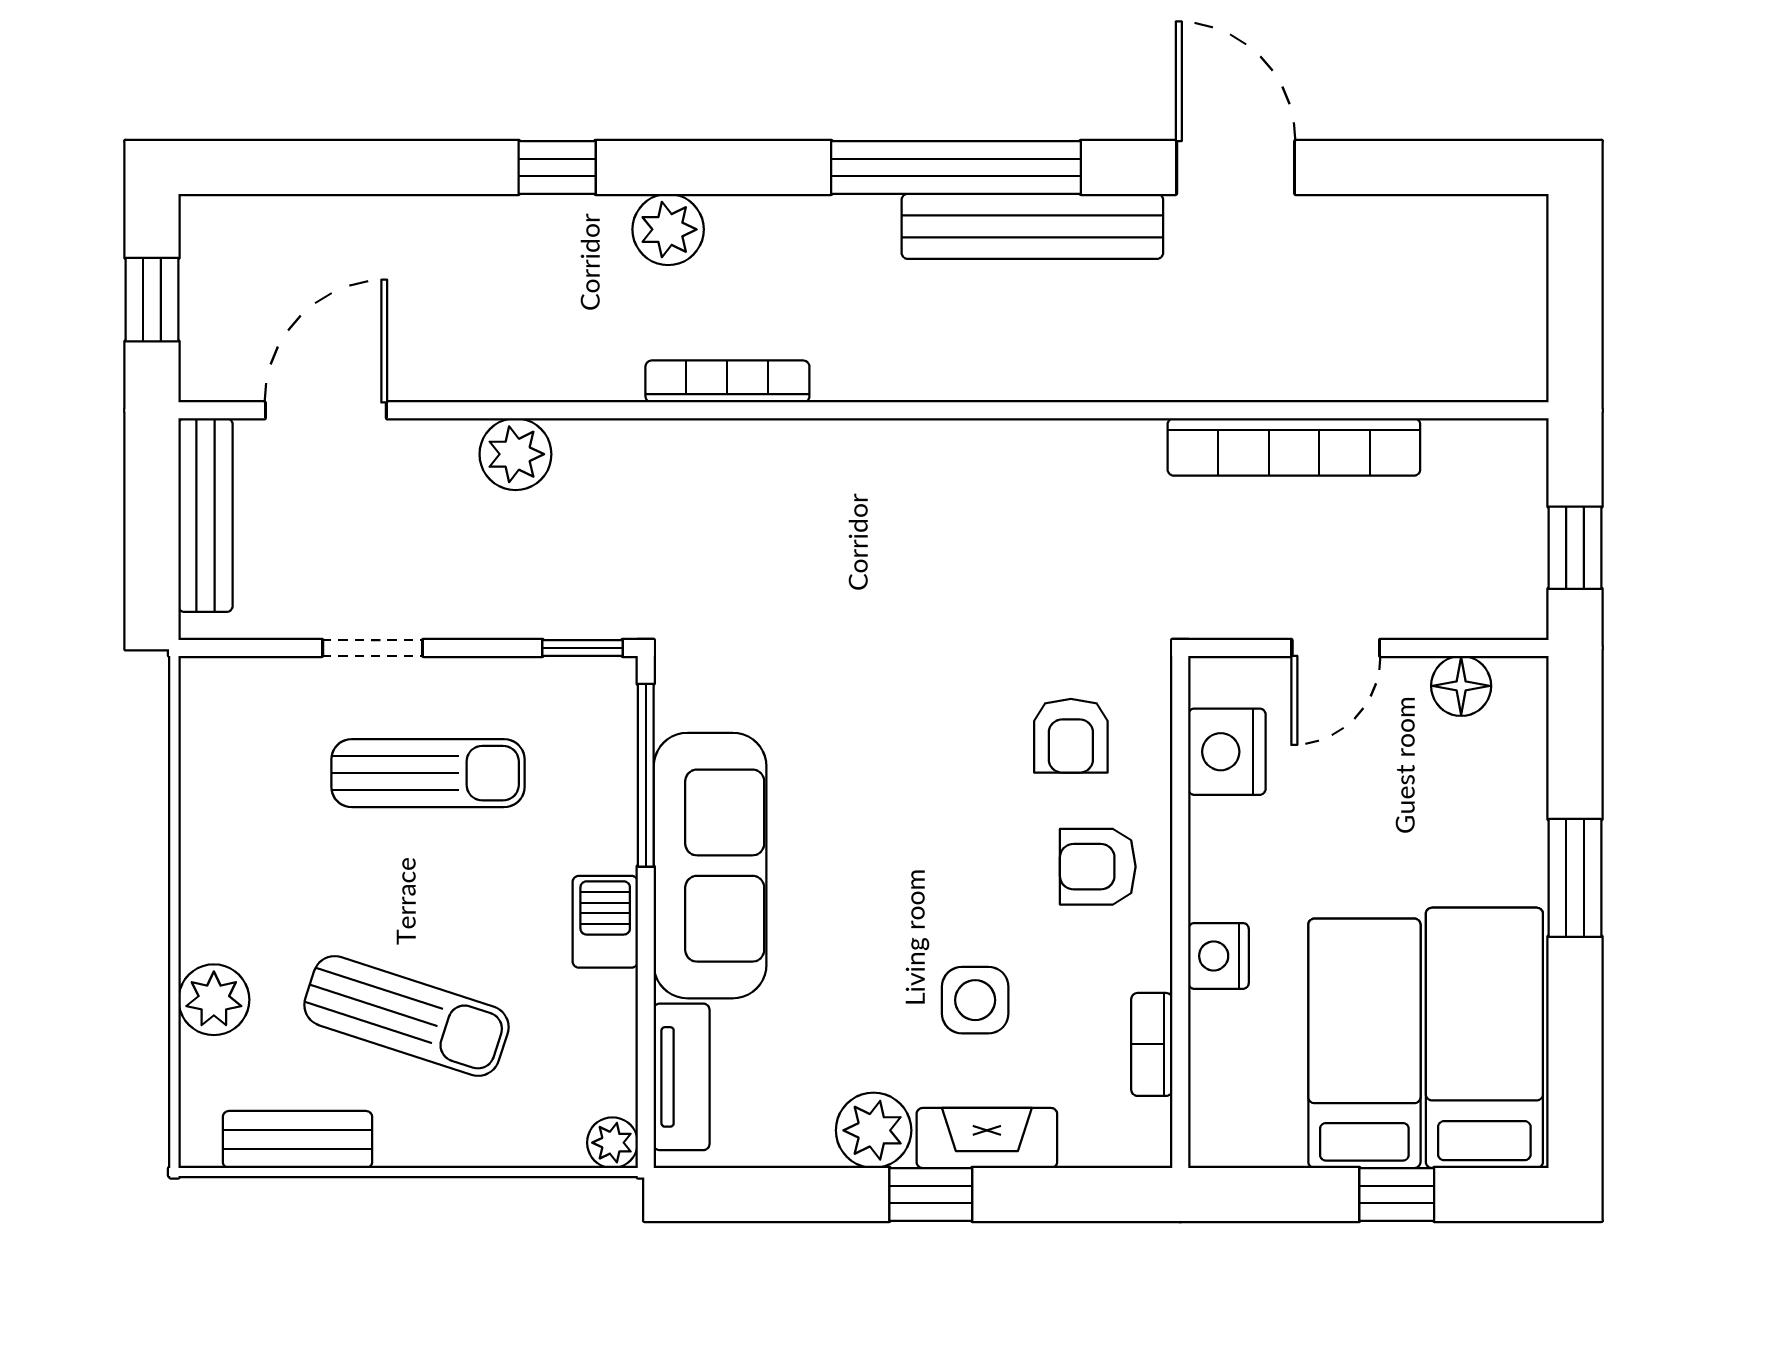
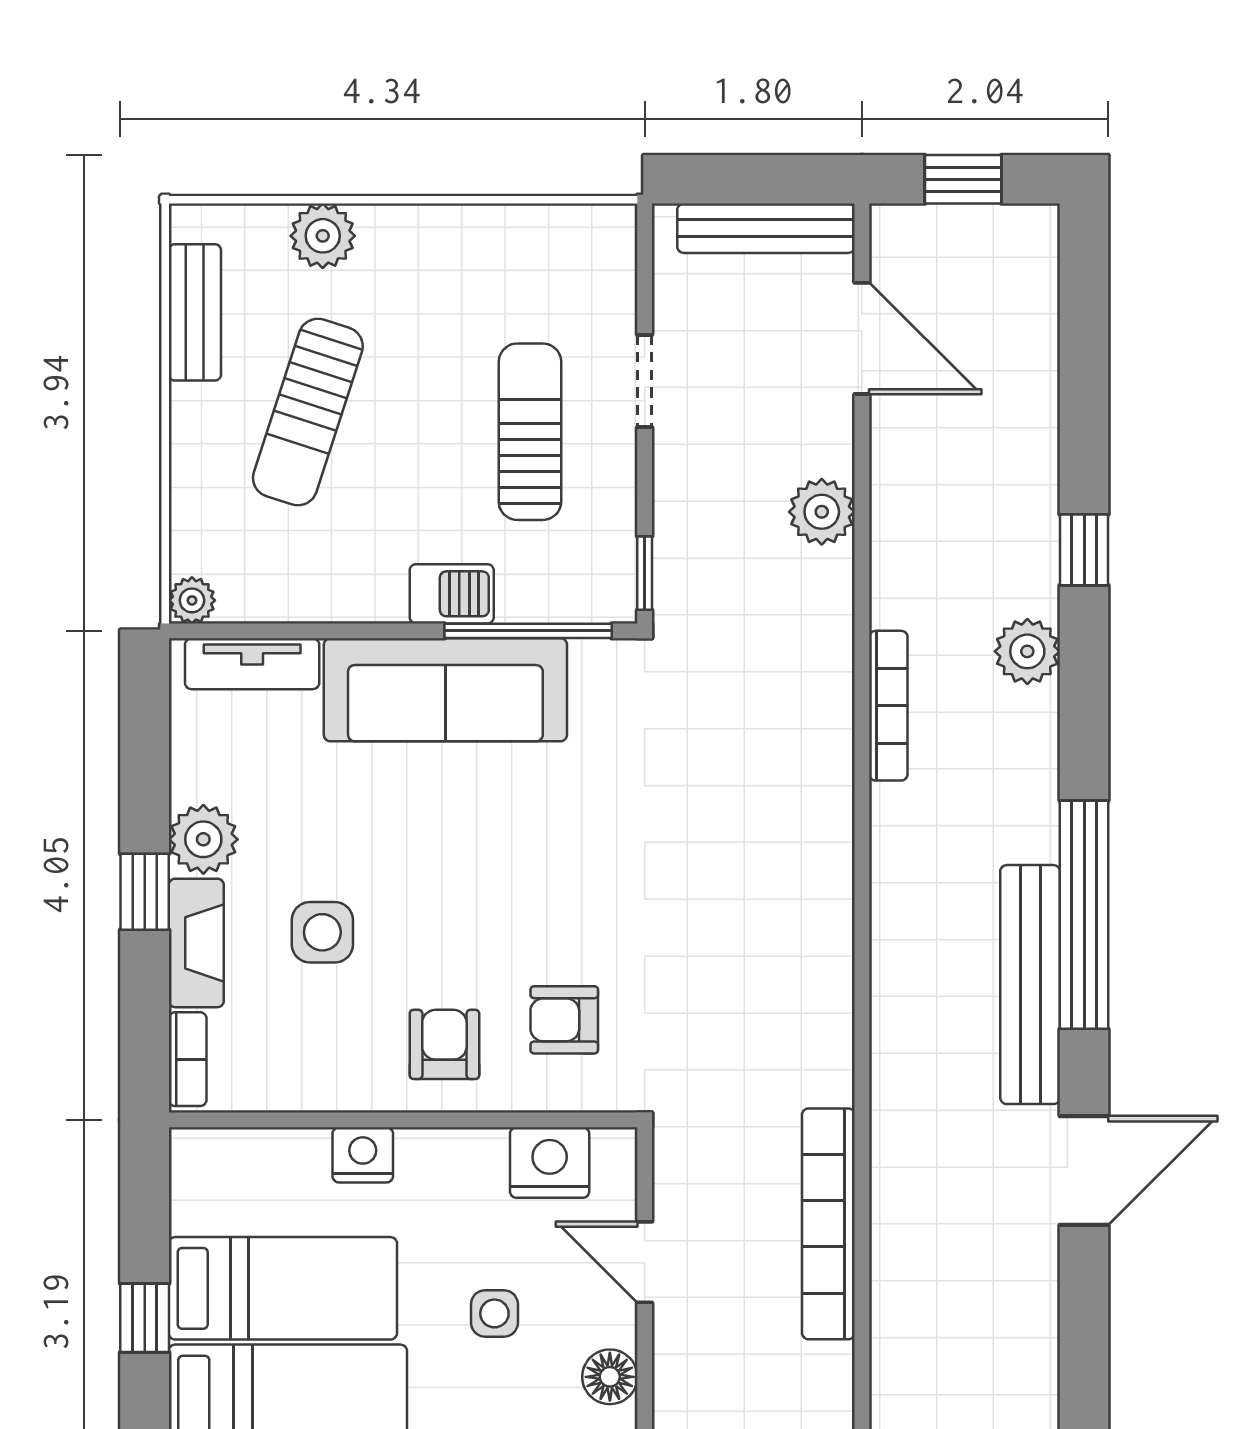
sun lounger: (428, 773) -> (530, 432), turned 180
side table: (1392, 812) -> (494, 1313), added
barbecue: (605, 922) -> (452, 594), moved
bookcase: (1152, 1044) -> (188, 1059), moved, turned 90

